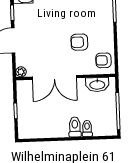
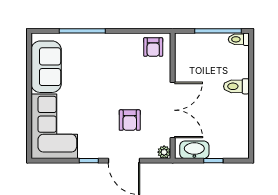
armchair: (79, 42) -> (130, 120), moved
washbasin: (97, 85) -> (194, 150), moved, turned -90
toilet: (87, 128) -> (239, 39), moved

